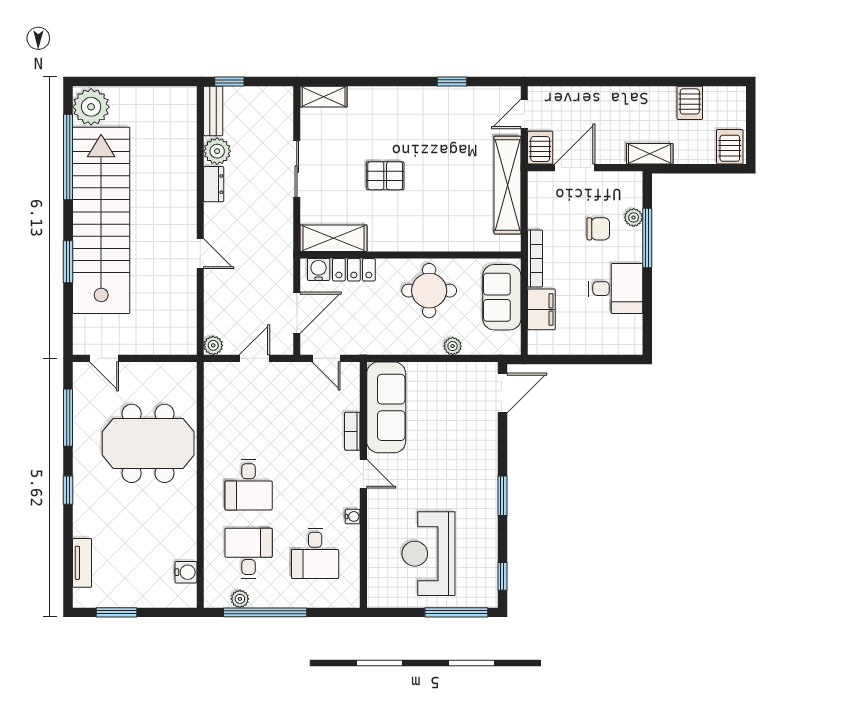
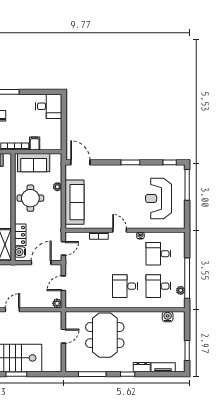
desk: (616, 289) -> (49, 106), moved, turned 90
filing cabinet: (541, 309) -> (35, 143), width x0.50
door: (297, 313) -> (41, 263), hinge flipped
door: (104, 358) -> (63, 336), moved
door: (254, 358) -> (63, 283), hinge flipped
sofa: (386, 407) -> (75, 202), moved, turned 90
door: (363, 474) -> (120, 230), hinge flipped
desk: (249, 485) -> (125, 286), turned 180
dresser: (82, 519) -> (142, 367), added
desk: (315, 553) -> (158, 254), turned 180
reception desk: (428, 554) -> (159, 198), turned 90

